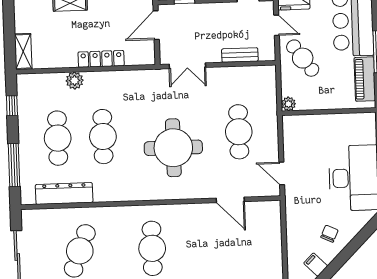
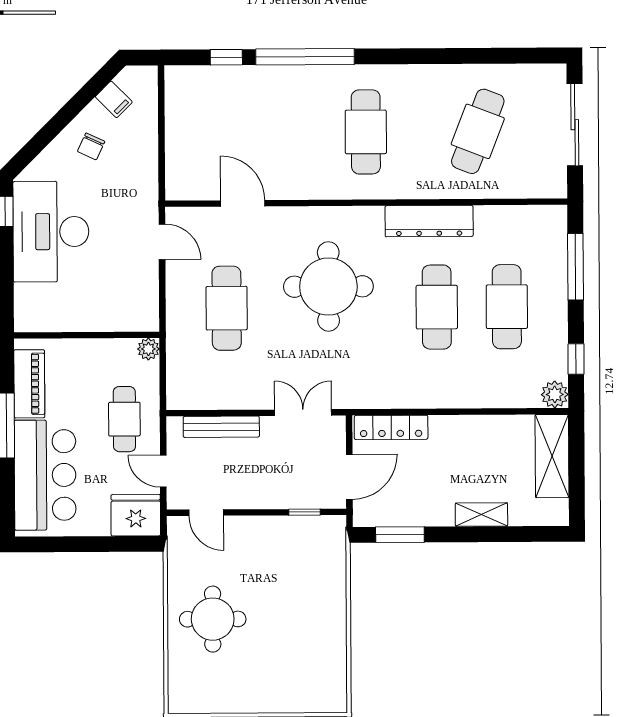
shelving: (23, 51) -> (552, 456), width x1.50, depth x1.33
bench: (240, 55) -> (221, 427), width x1.36
cafe table: (303, 58) -> (124, 419), turned 36
locker: (101, 59) -> (391, 427), moved
plant: (75, 81) -> (555, 394), moved
dresser: (64, 193) -> (429, 221), moved

